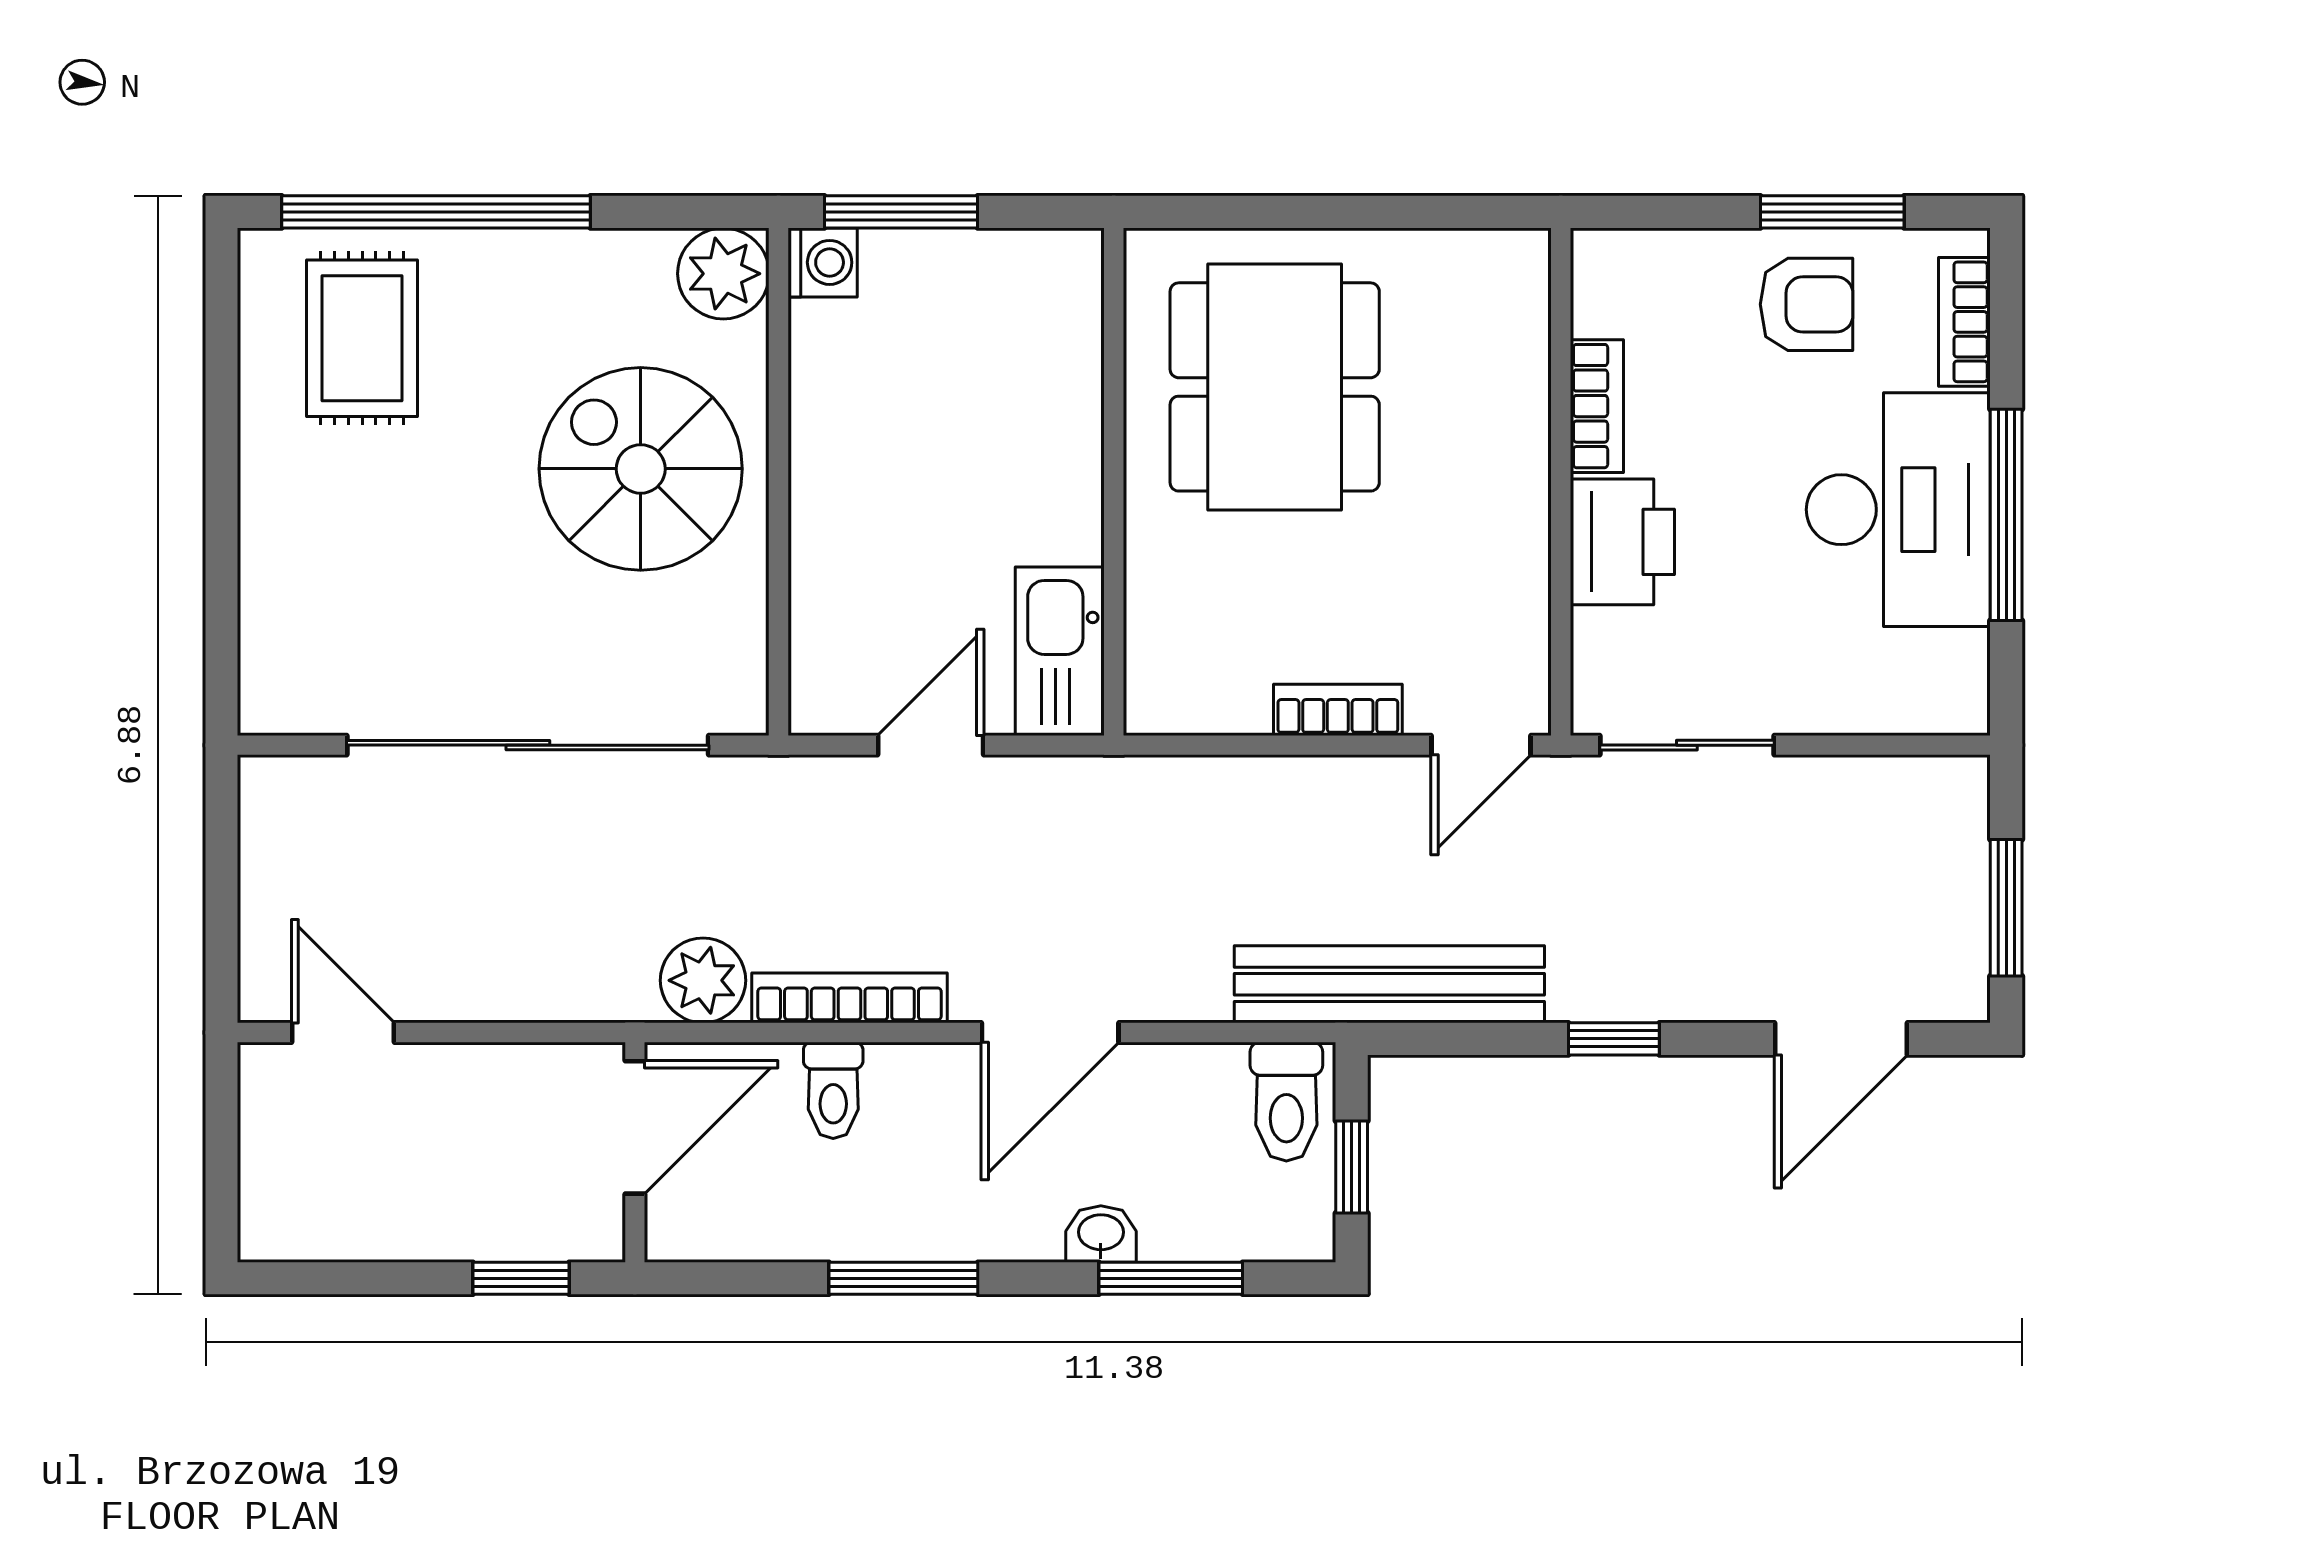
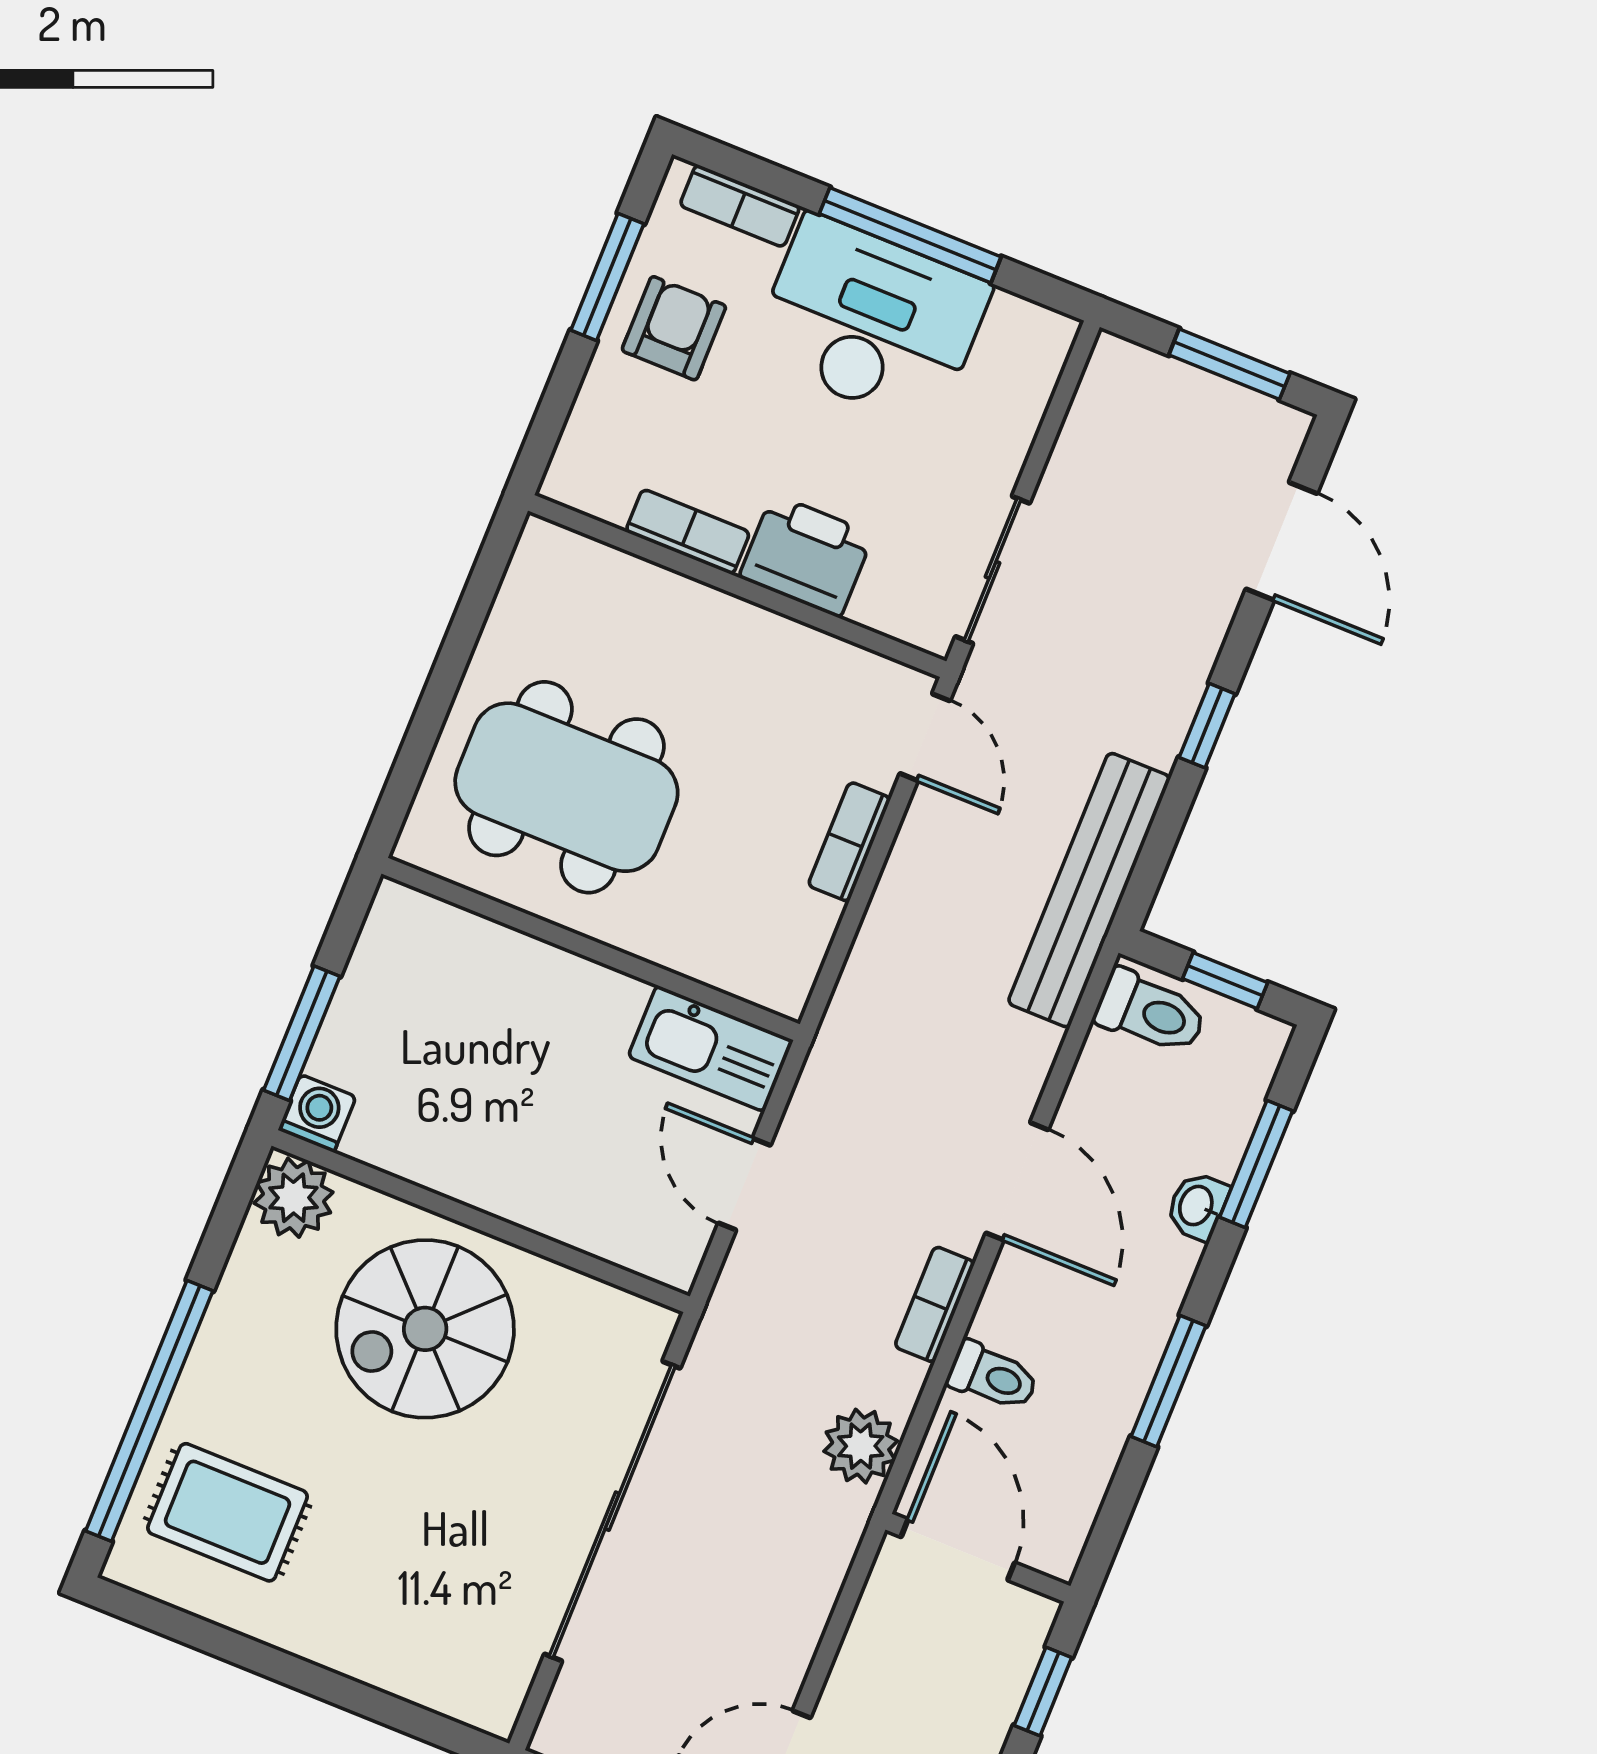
bookcase: (849, 998) -> (935, 1304), width x0.64

